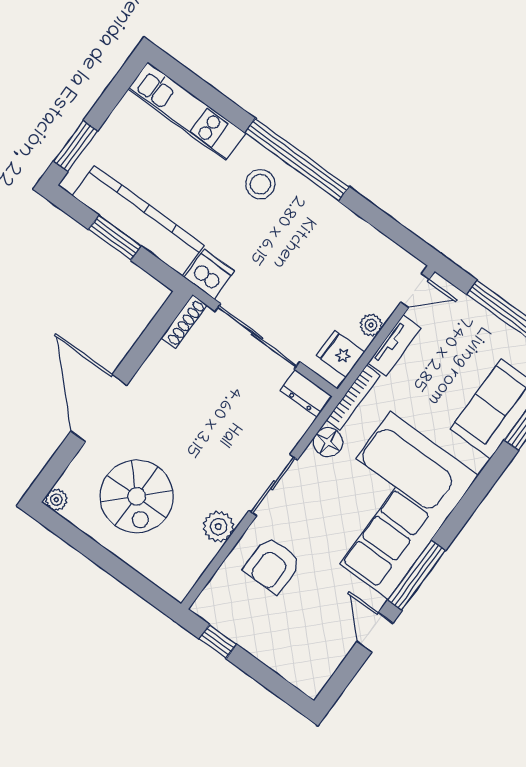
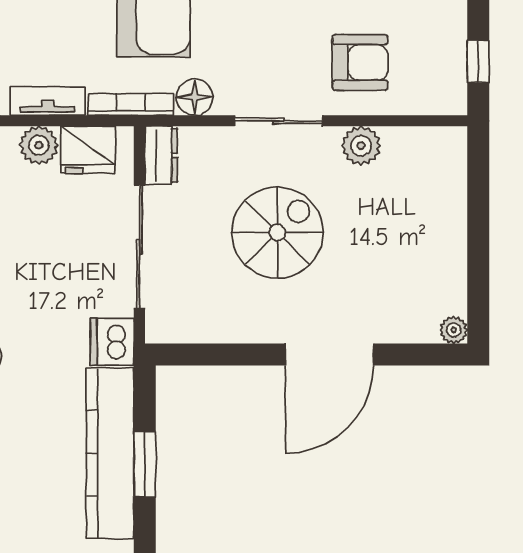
shoe rack: (184, 322) -> (179, 332), removed
plant: (371, 325) -> (39, 145), width x1.38, depth x1.38
fridge: (341, 354) -> (88, 150), width x1.38
spiral stairs: (137, 496) -> (277, 232), moved

